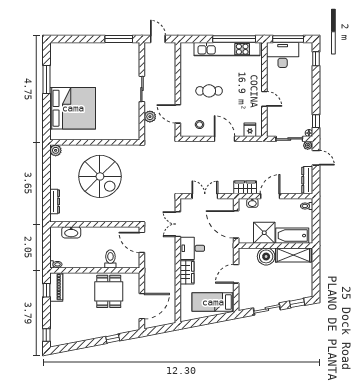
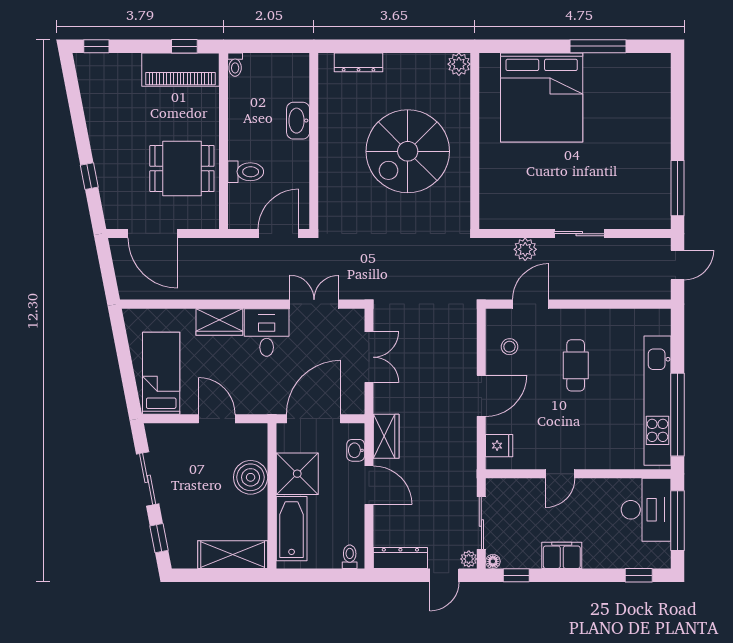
filing cabinet: (306, 98) -> (562, 555), added
washbasin: (71, 232) -> (298, 121), moved
shelving: (293, 255) -> (233, 555), moved, turned 90
piano: (56, 287) -> (180, 70), width x1.37, depth x1.33

